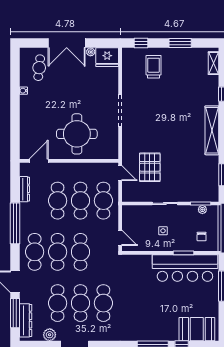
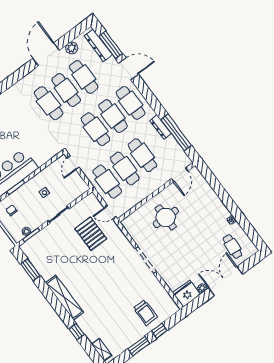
window: (141, 43) -> (159, 331), moved
round table: (77, 134) -> (166, 217), width x0.73, depth x0.73
dresser: (25, 189) -> (161, 127), moved
window: (15, 223) -> (176, 133), moved
door: (120, 238) -> (73, 163), hinge flipped

